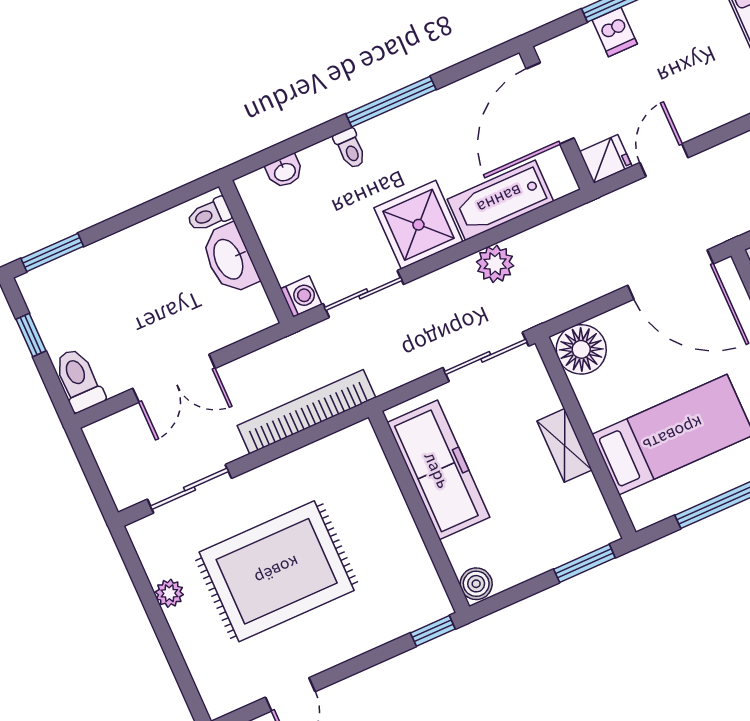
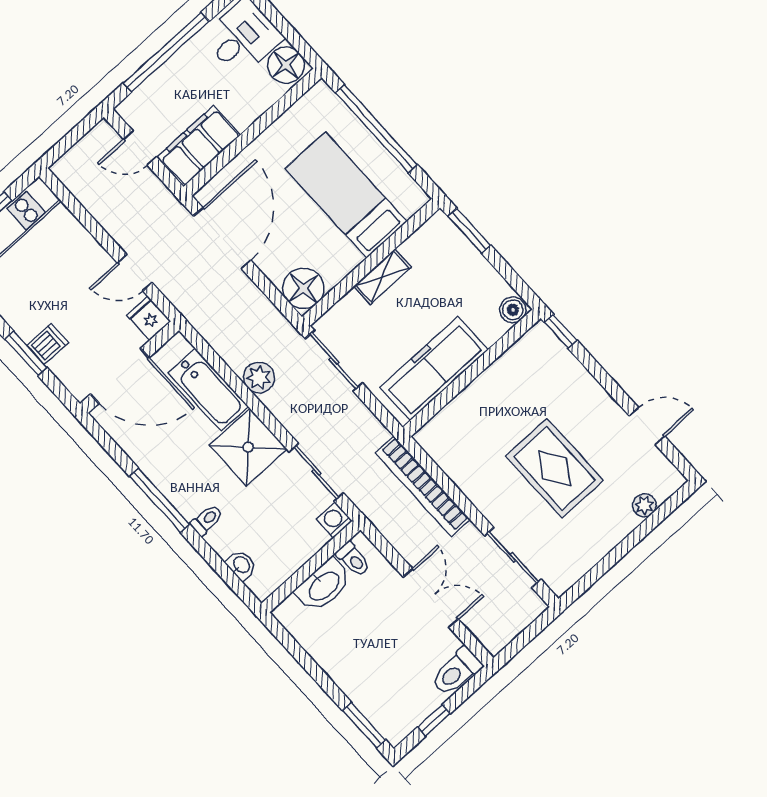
toilet: (209, 215) -> (353, 559), moved
rug: (277, 571) -> (555, 468), width x0.73, depth x0.69
plant: (169, 593) -> (644, 505), moved

